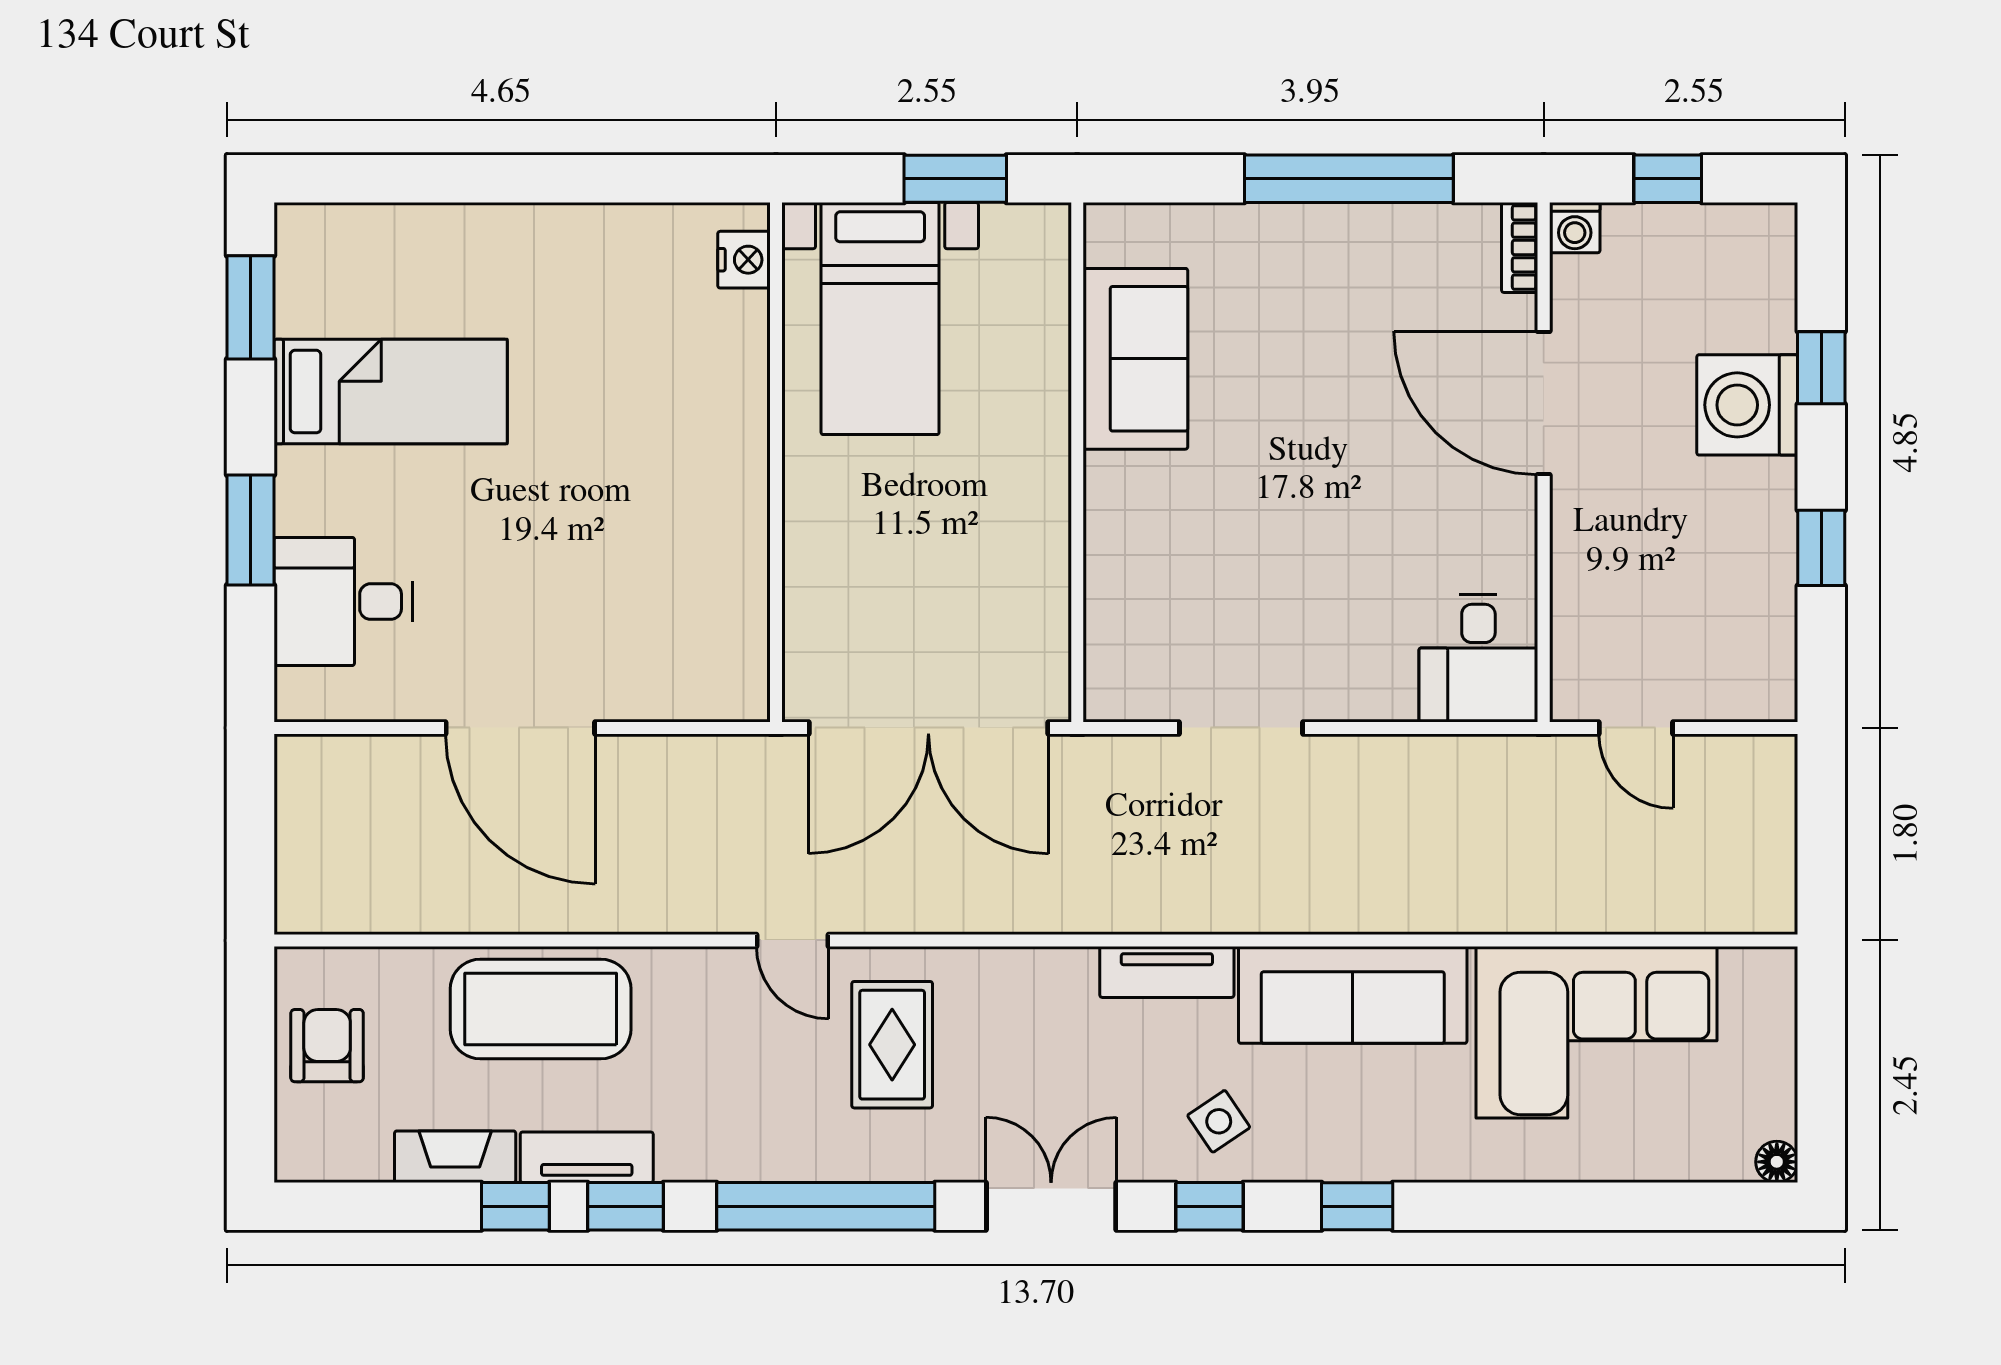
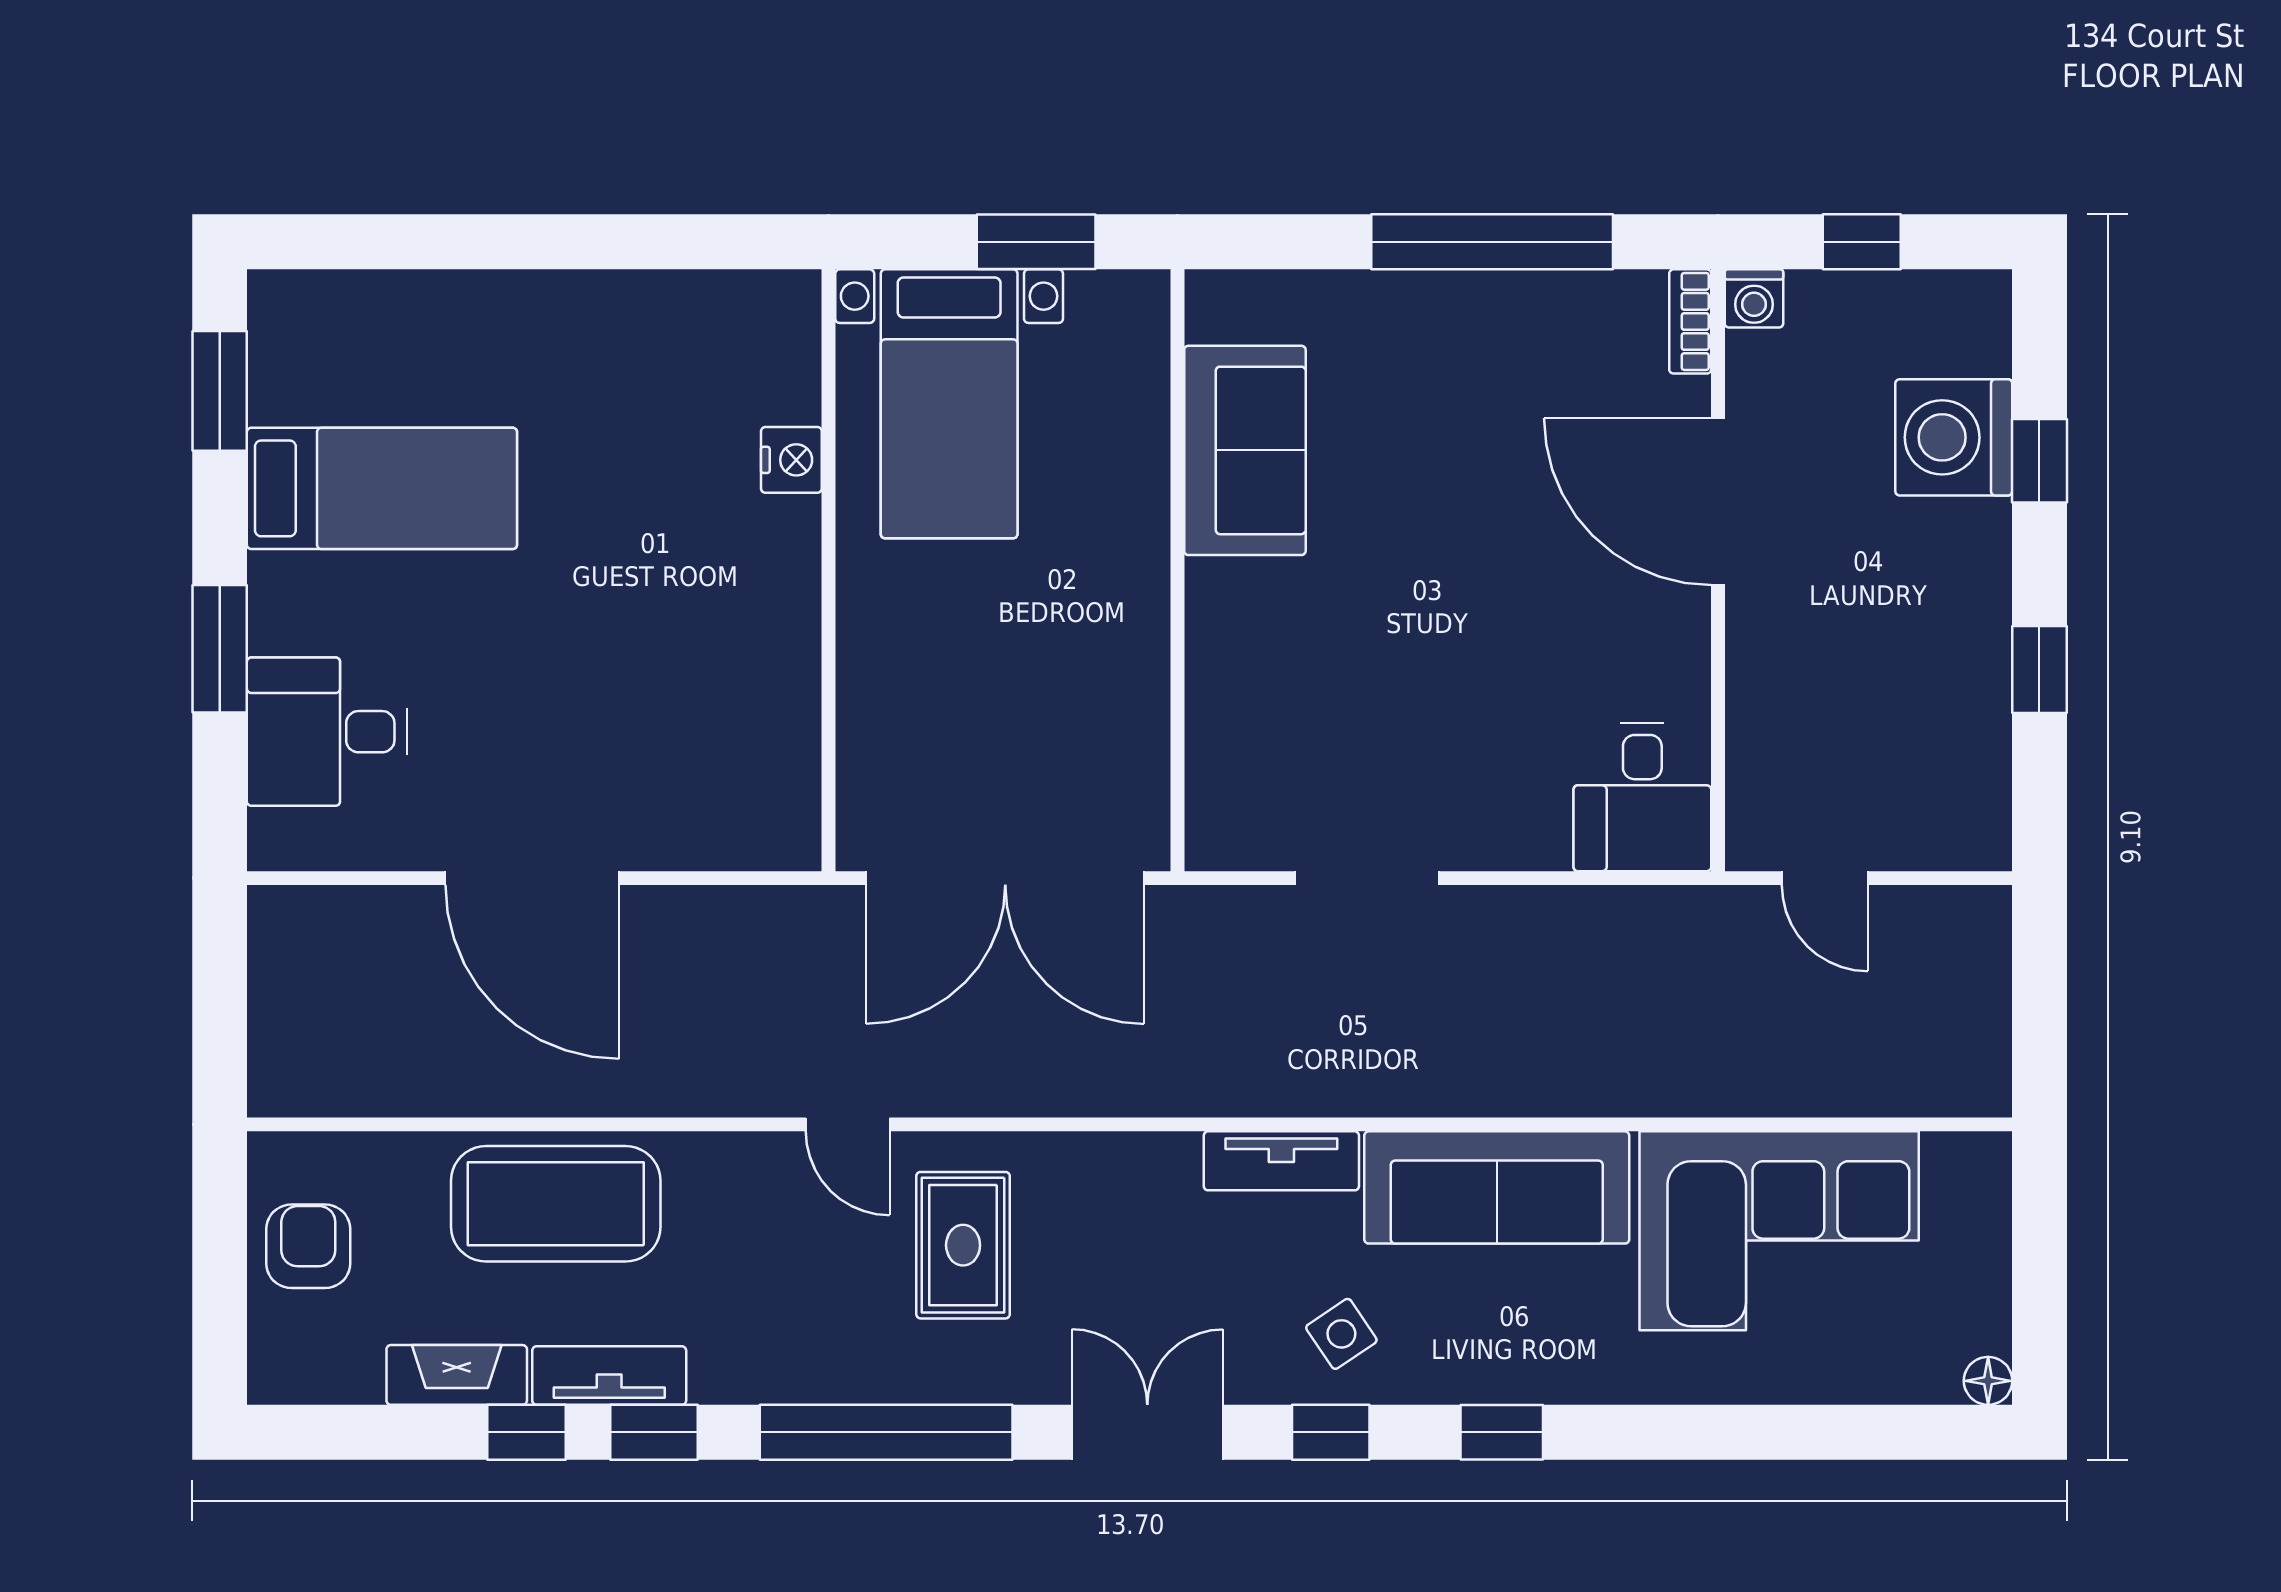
nightstand: (744, 260) -> (791, 460), moved
washing machine: (1747, 405) -> (1954, 437), moved

